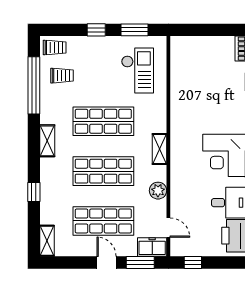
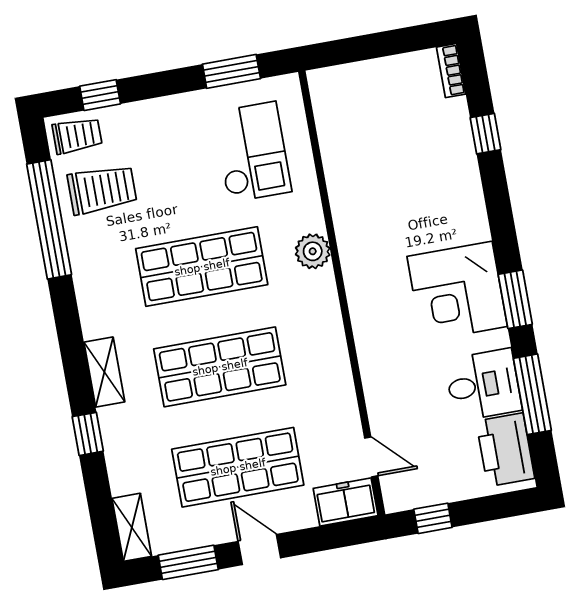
window: (96, 30) -> (100, 95), moved
trolley: (62, 76) -> (102, 190), width x1.36, depth x1.39
shelving: (47, 141) -> (104, 372), moved
shelving: (160, 149) -> (325, 302), removed
plant: (158, 191) -> (313, 251), moved
window: (140, 262) -> (188, 562), moved

